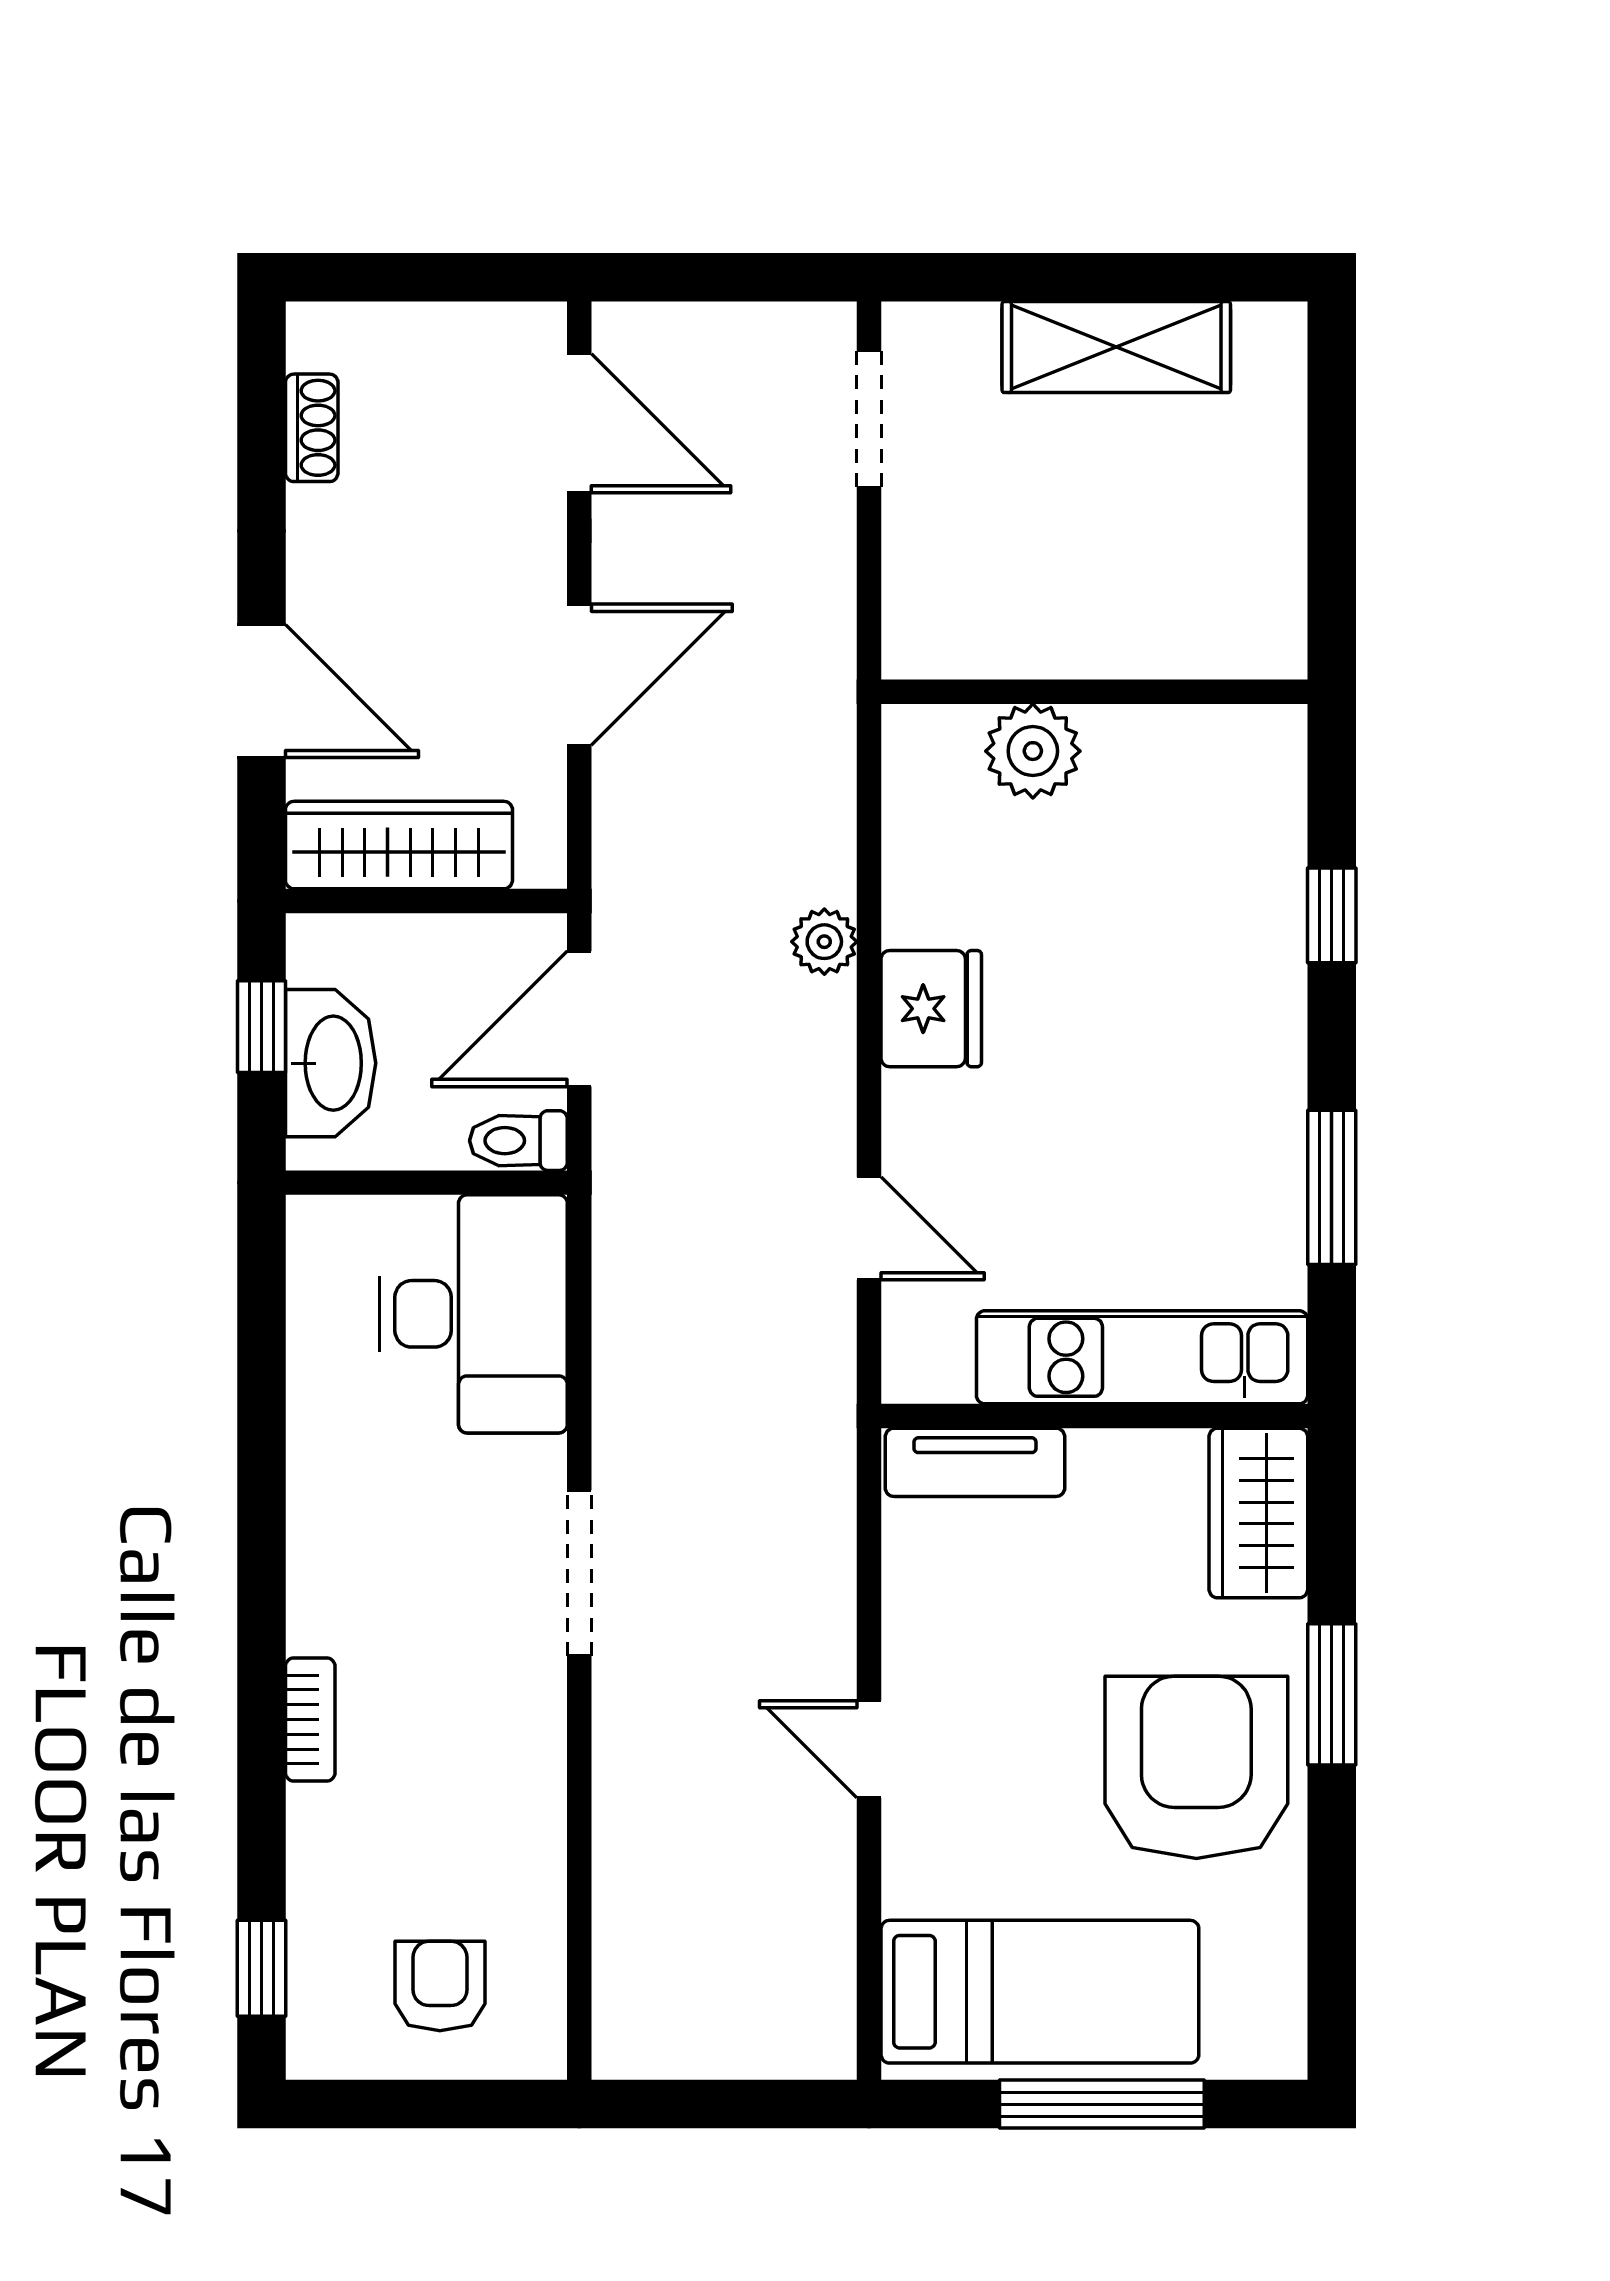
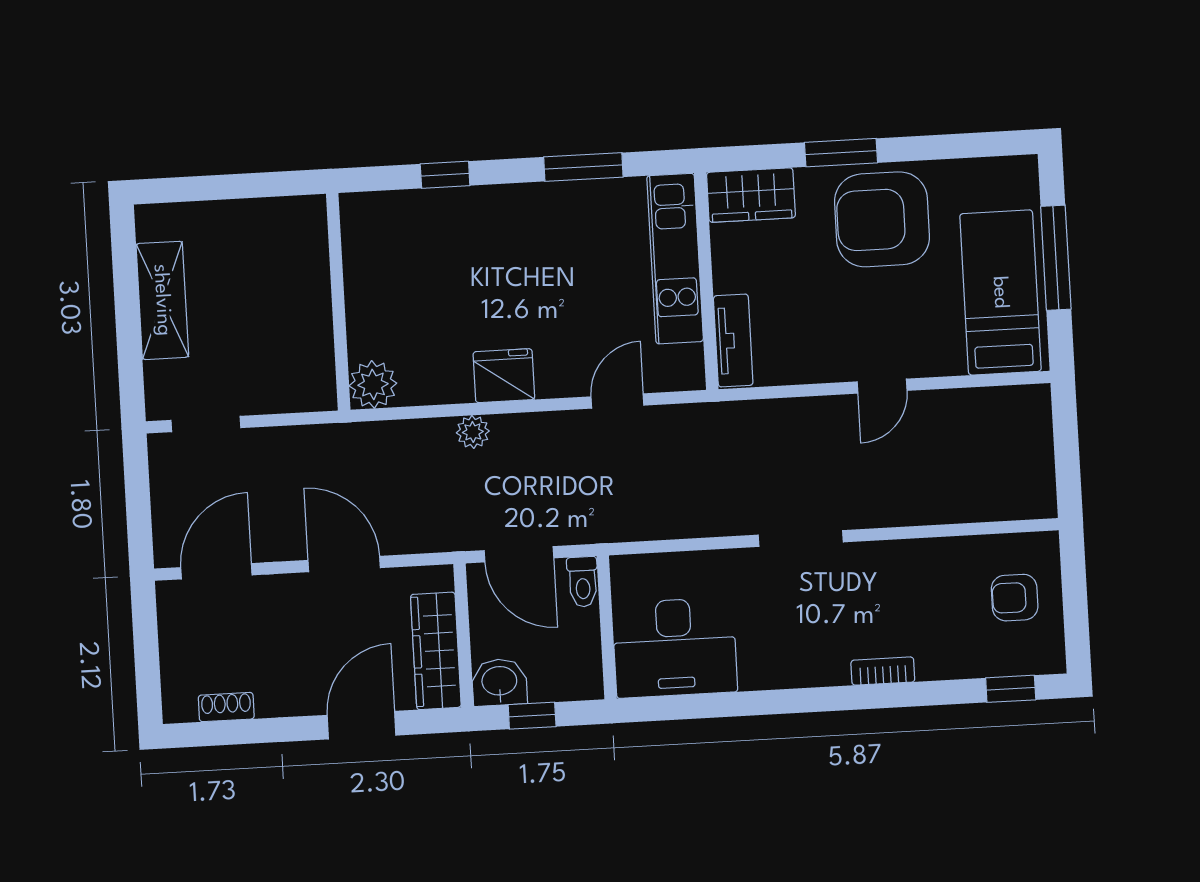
plant: (1033, 751) -> (373, 384), moved
washbasin: (331, 1063) -> (499, 682), moved, width x0.72
desk: (474, 1314) -> (675, 648), moved, turned 180

